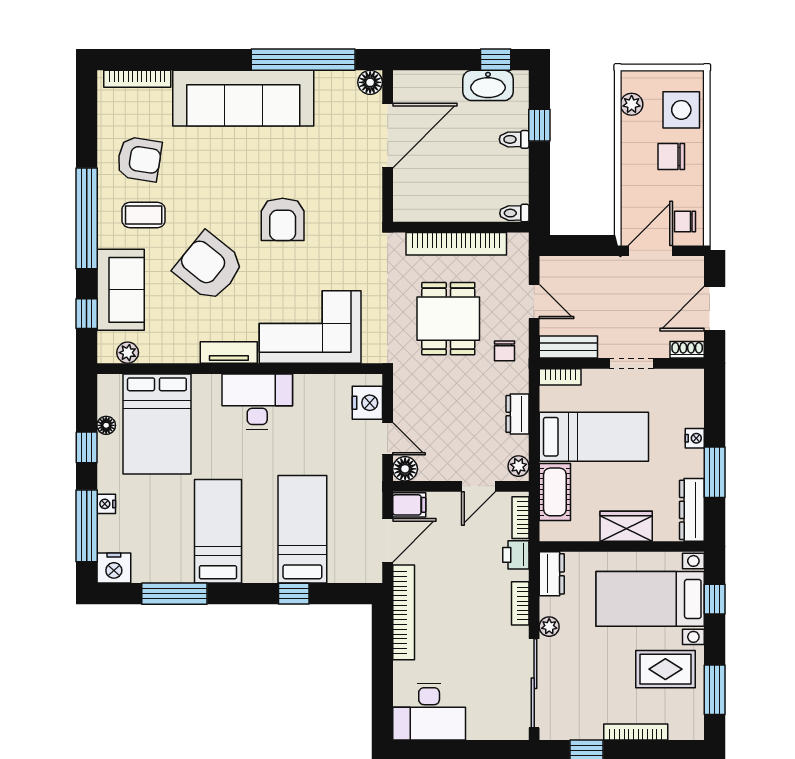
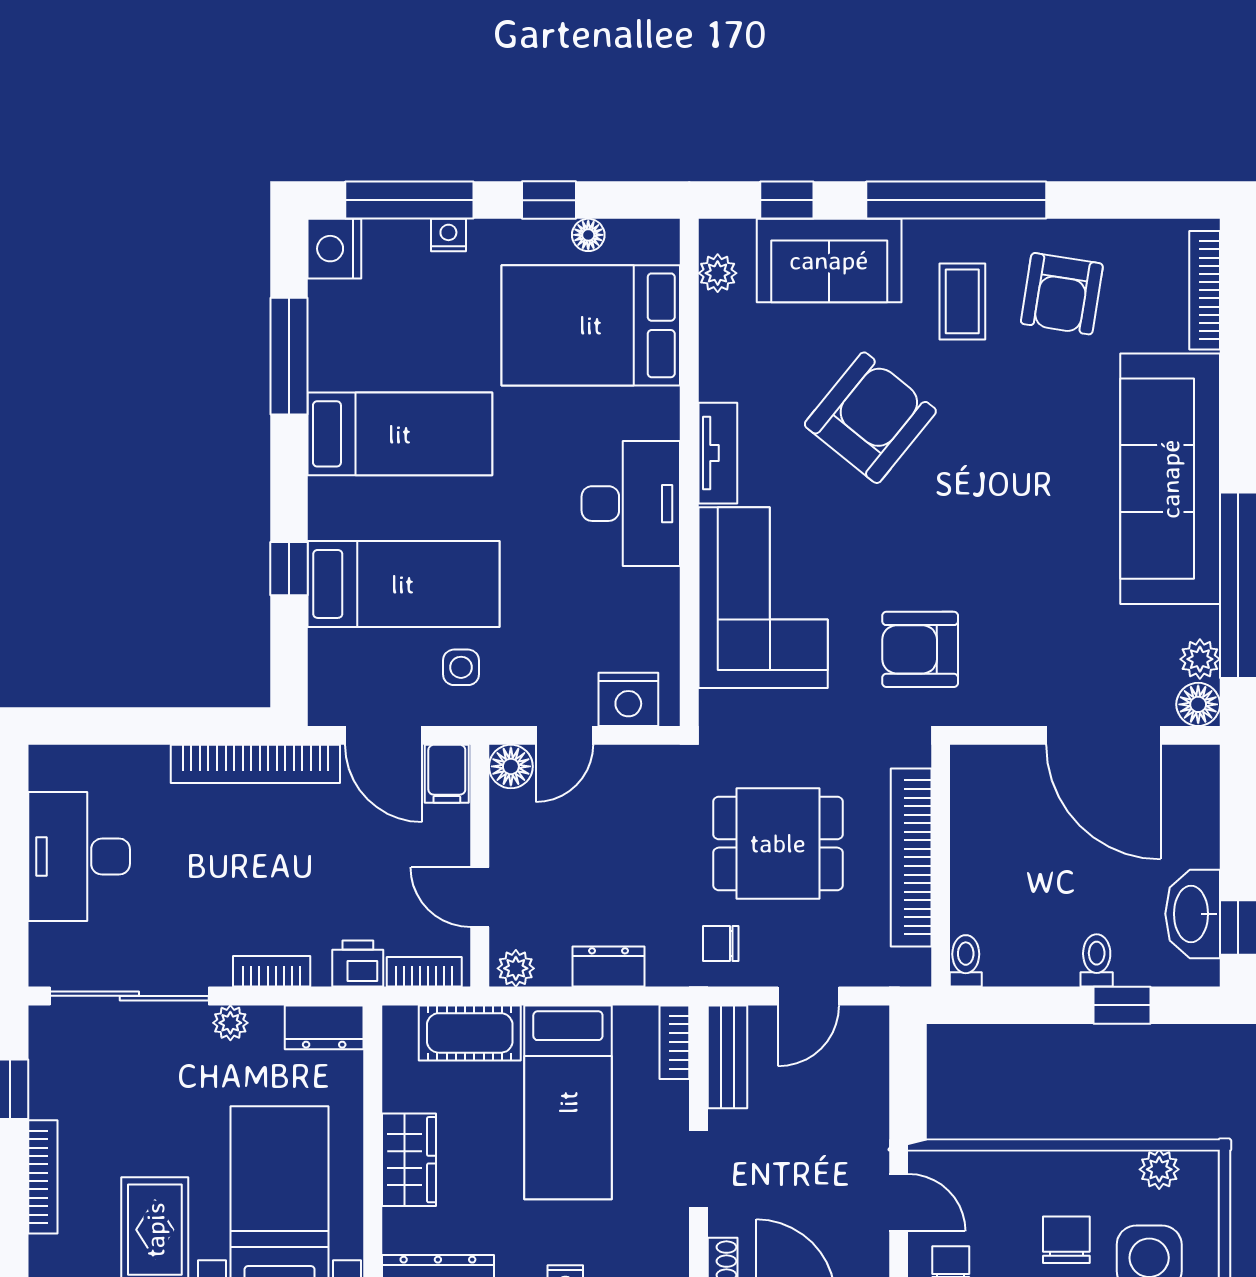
plant: (345, 81) -> (1200, 659), added
armchair: (283, 219) -> (920, 649), moved
door: (650, 251) -> (899, 1202), width x0.73
side table: (349, 497) -> (461, 667), added
desk: (429, 712) -> (79, 857), moved

